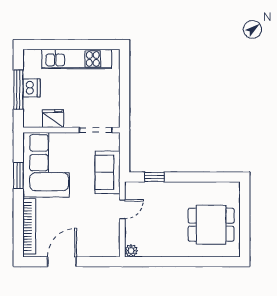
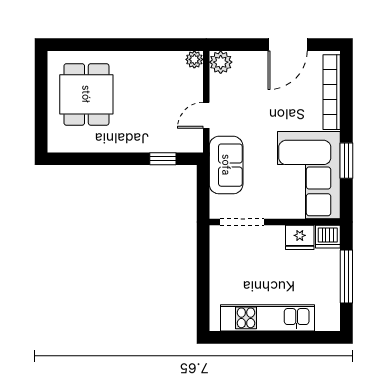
dishwasher: (31, 88) -> (328, 237), moved, turned -90
dining table: (211, 225) -> (86, 94), turned 90
plant: (112, 249) -> (221, 62), added

